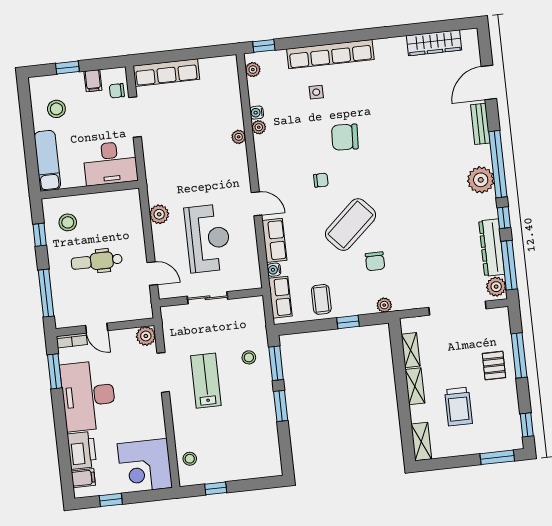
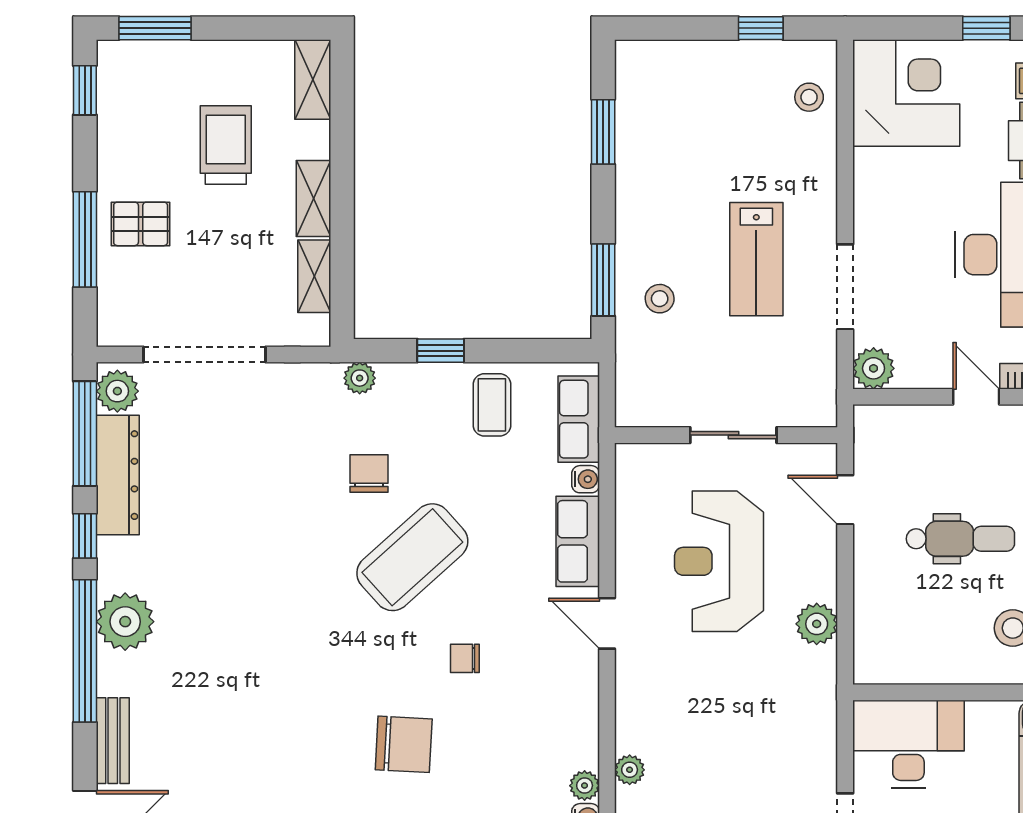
pallet: (494, 366) -> (141, 224), turned 90
window: (281, 406) -> (603, 132), moved

